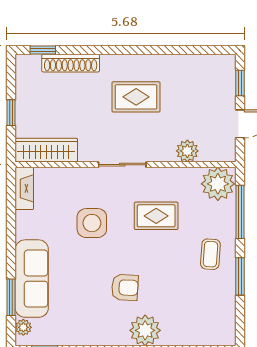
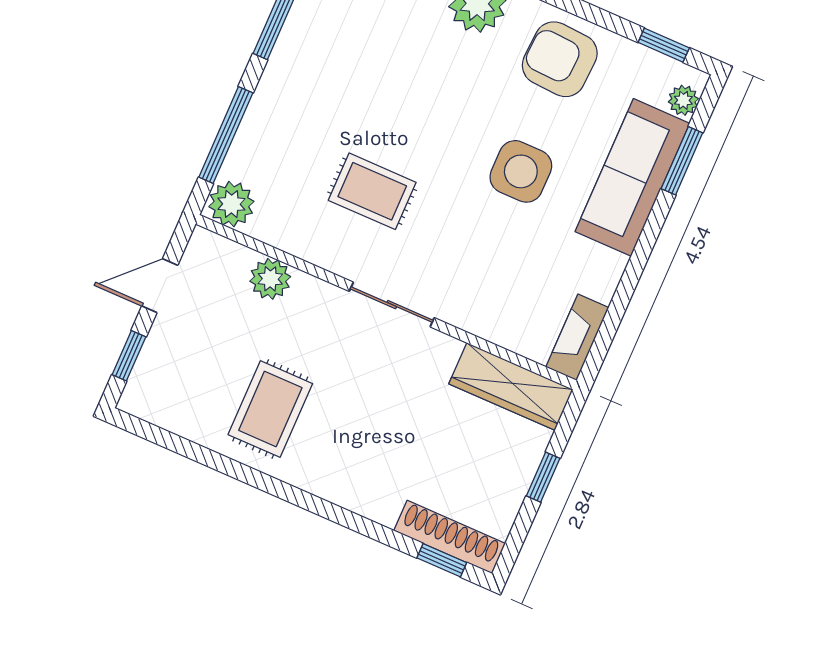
shoe rack: (71, 63) -> (450, 537), moved
rug: (136, 97) -> (270, 409), moved, turned 90
plant: (218, 184) -> (231, 204), width x0.73, depth x0.73
side table: (92, 223) -> (521, 171), moved
coffee table: (210, 254) -> (308, 85), removed
armchair: (125, 287) -> (560, 59), moved, width x1.38, depth x1.38

